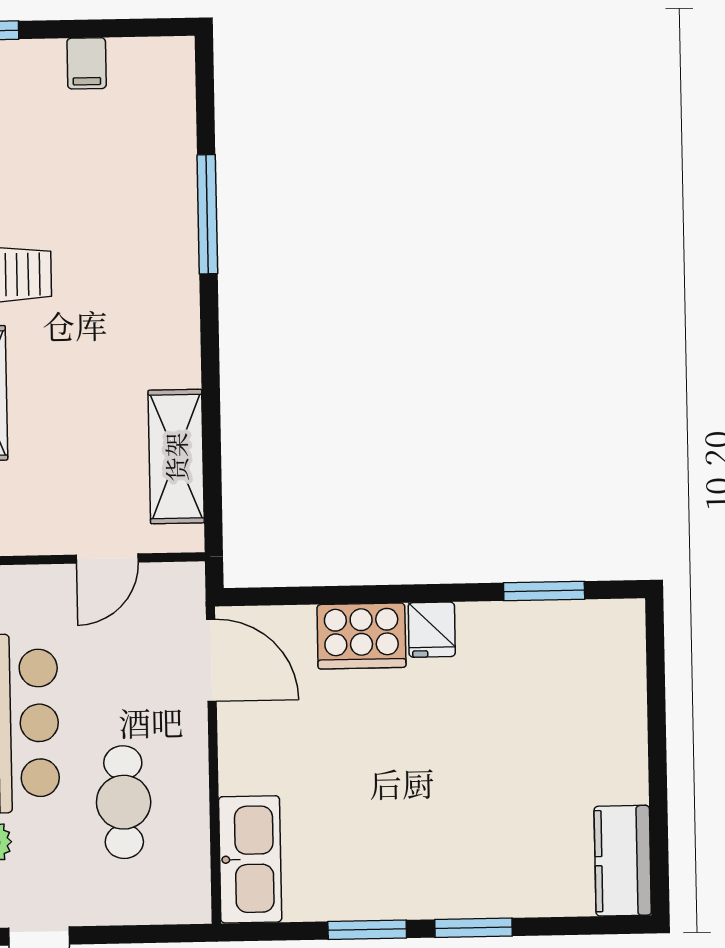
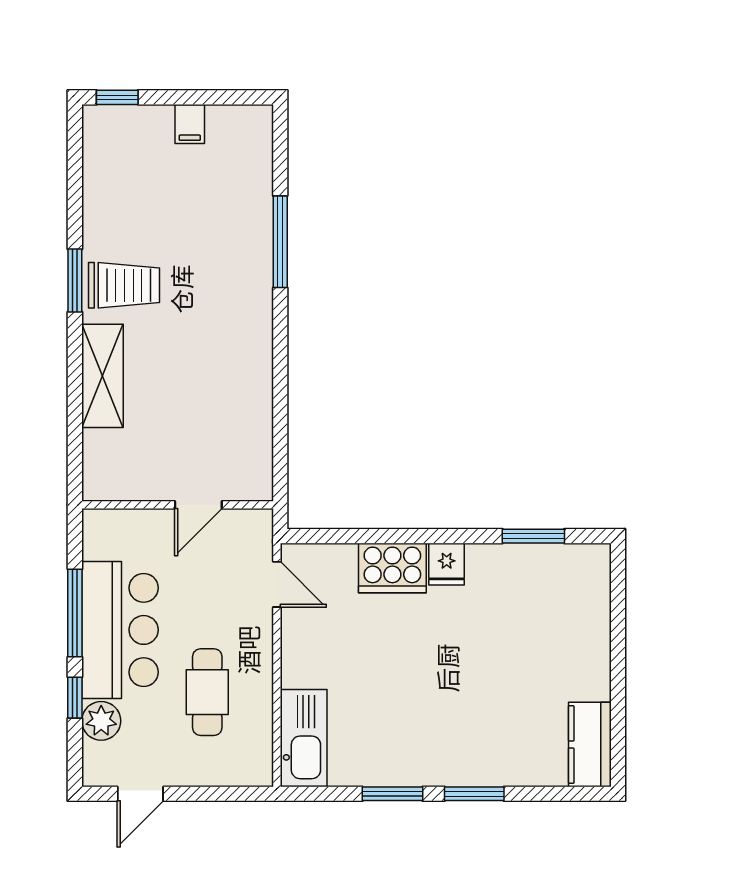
shelving: (176, 457) -> (253, 427), removed
door: (211, 660) -> (277, 584), width x0.73

